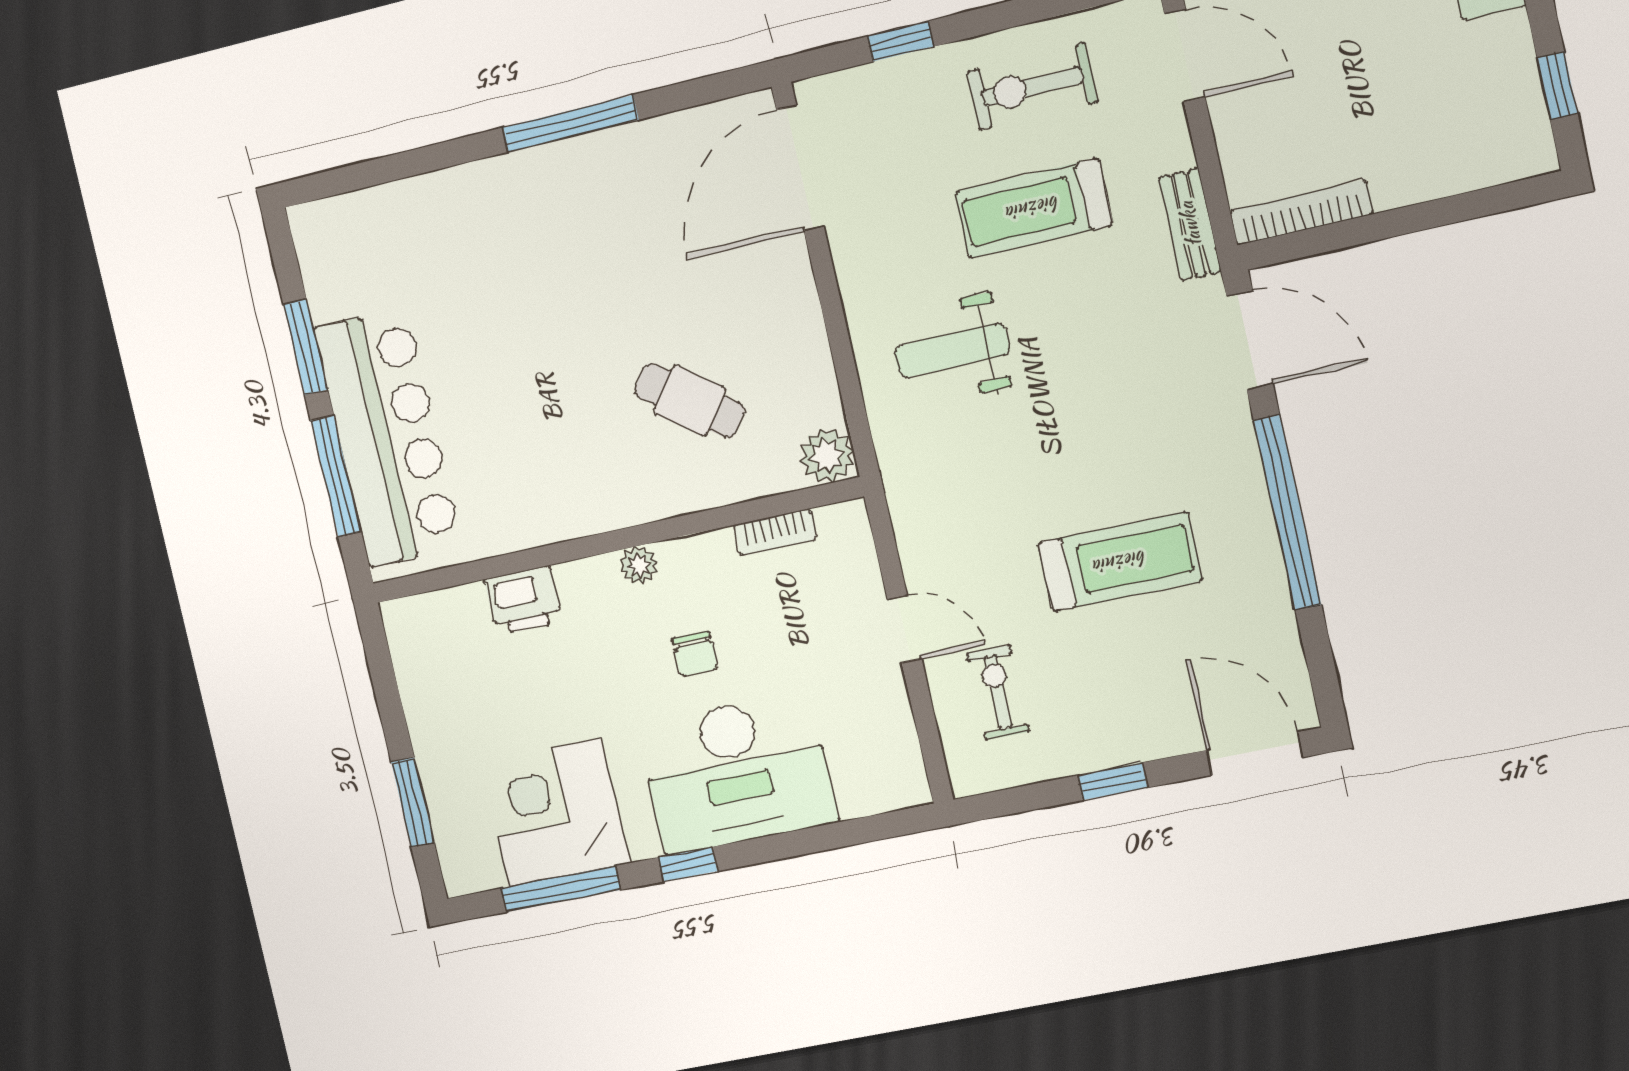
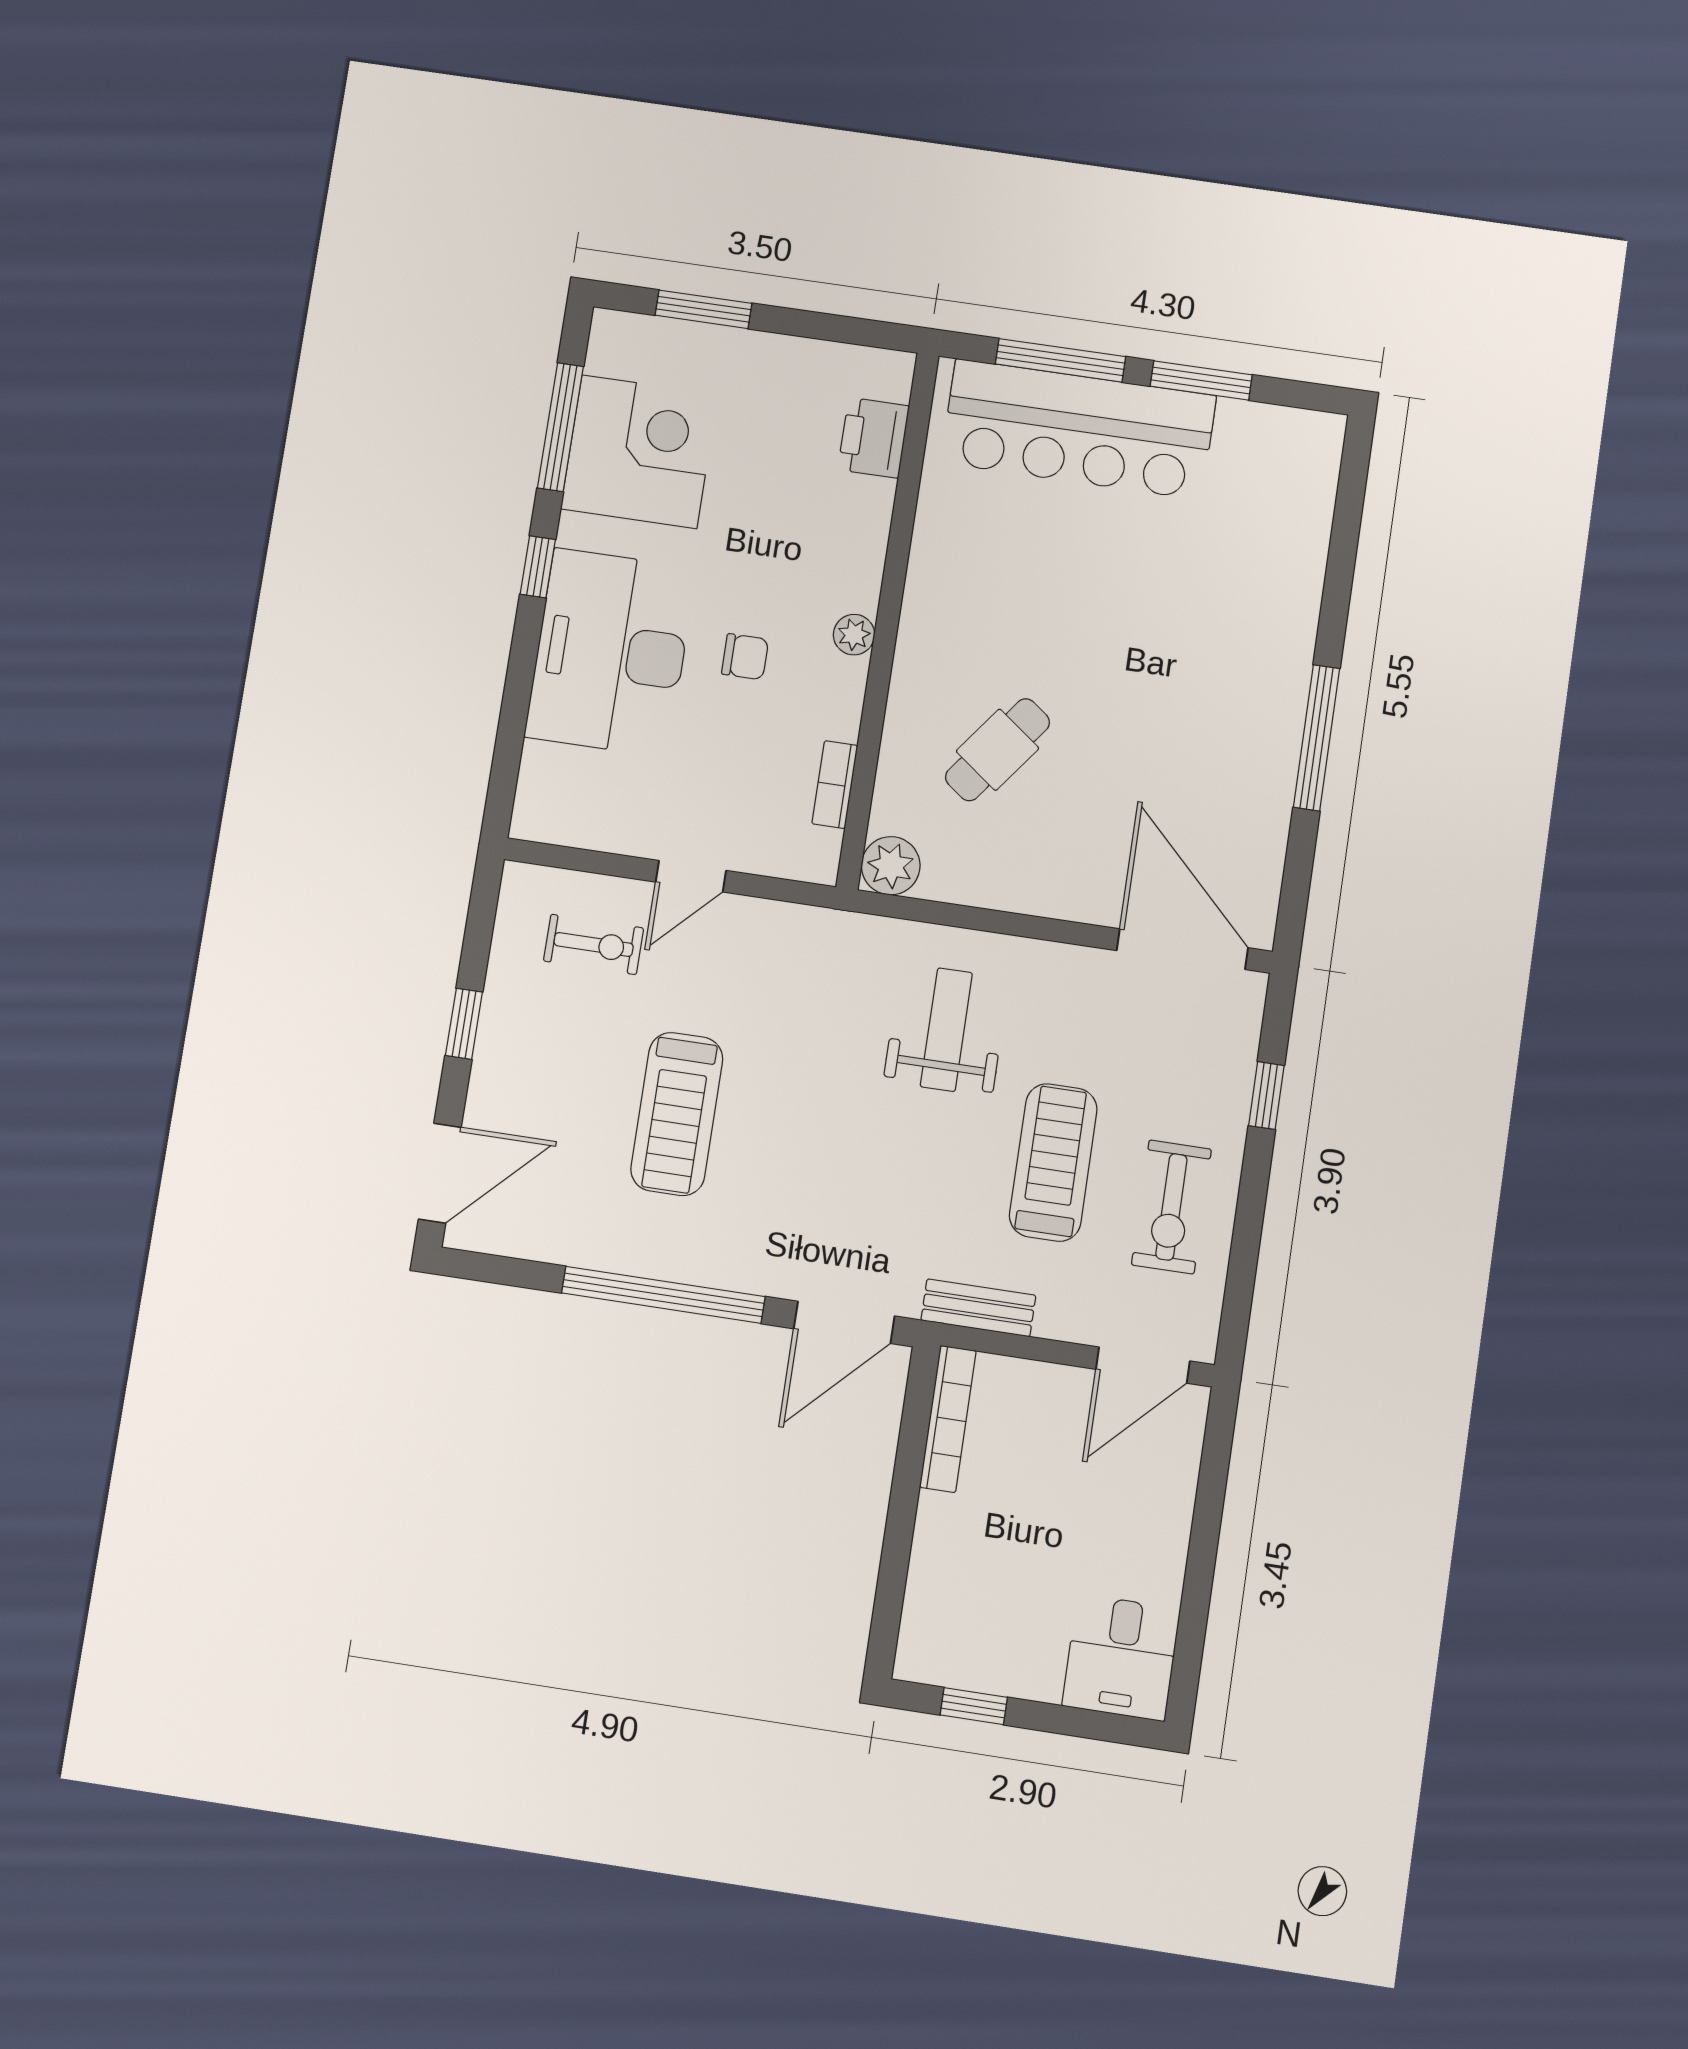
exercise bike: (1032, 87) -> (1171, 1207), turned 180
printer: (523, 600) -> (874, 438), moved
chair: (695, 654) -> (745, 657), turned 180

